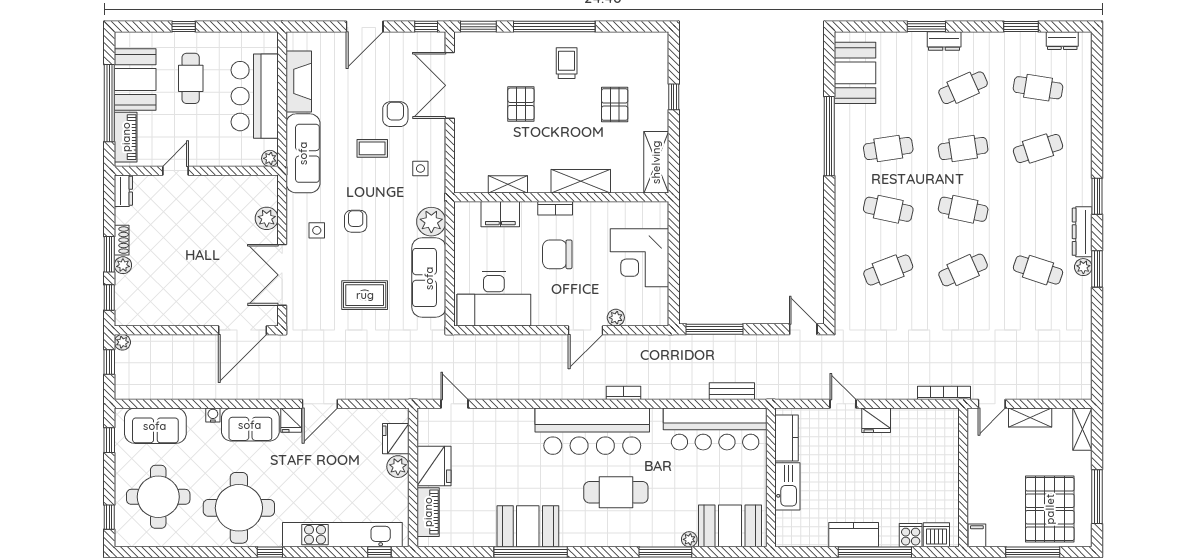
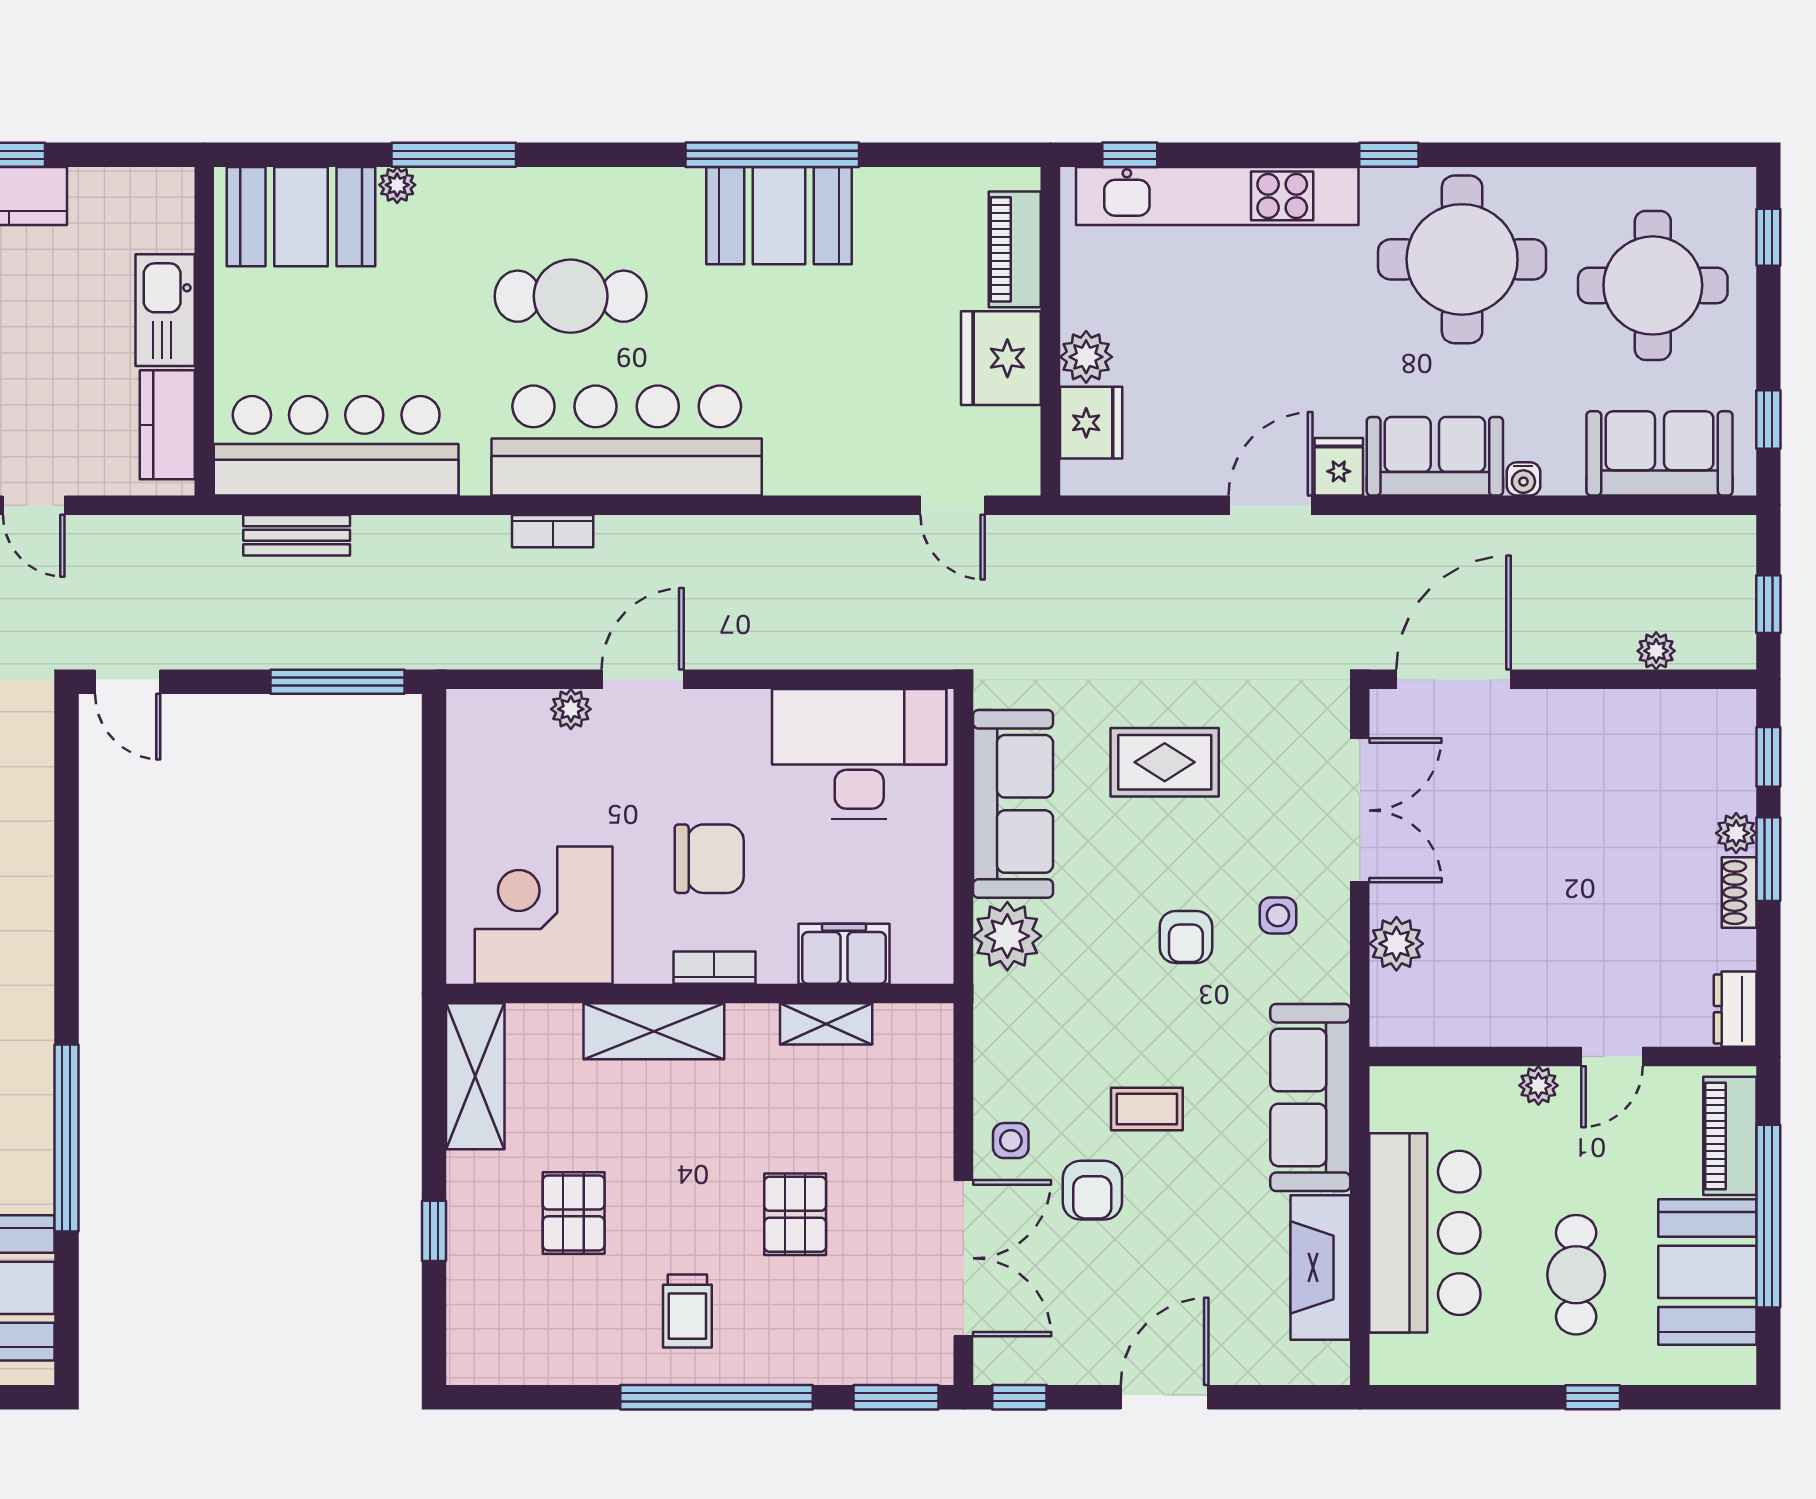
plant: (270, 158) -> (1538, 1085), moved
side table: (420, 169) -> (1011, 1141), moved
corner desk: (640, 258) -> (544, 915), moved, turned -90
plant: (122, 342) -> (1656, 651), moved

